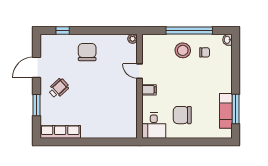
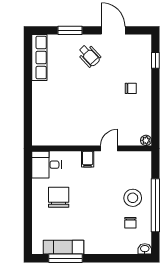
chair: (87, 52) -> (131, 88), width x0.54, depth x0.54

